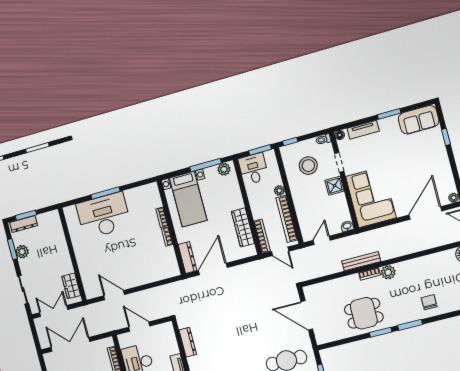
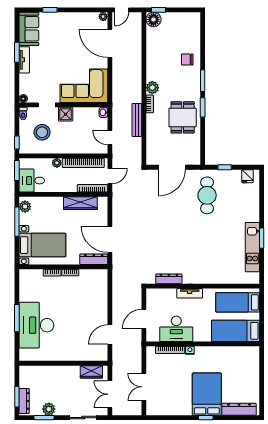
tv unit: (363, 130) -> (24, 60), moved
bench: (361, 261) -> (137, 120), moved
double door: (70, 344) -> (144, 387), width x0.73

